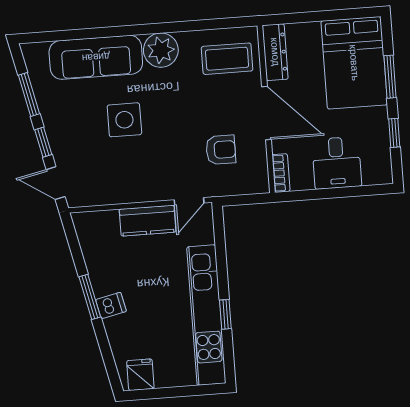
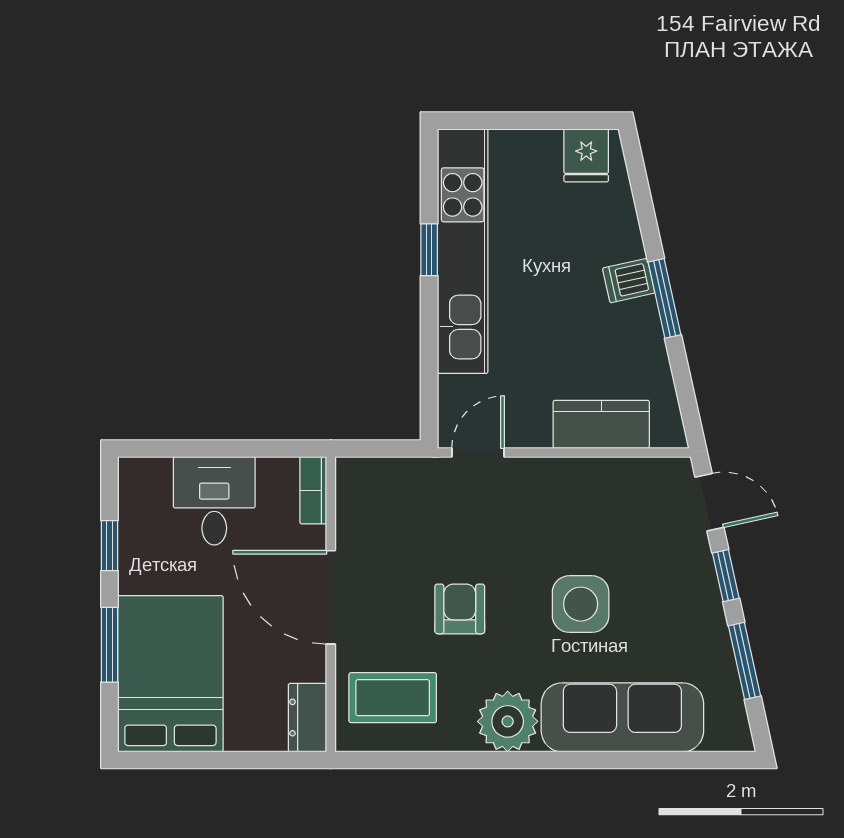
dresser: (275, 52) -> (308, 718), width x0.70
armchair: (221, 150) -> (460, 609), moved, turned 90
kitchen counter: (148, 221) -> (601, 424), moved

